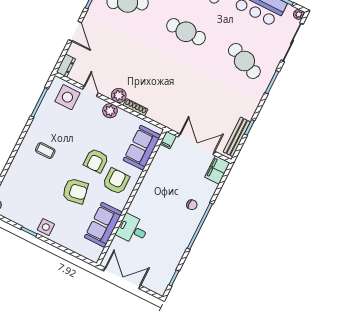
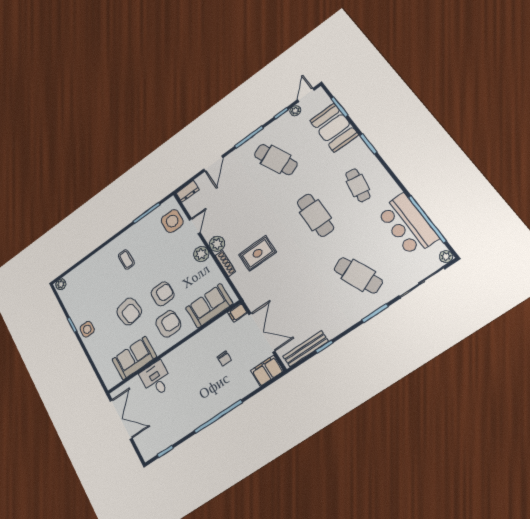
cafe table: (244, 61) -> (358, 275), turned -48
rug: (157, 85) -> (258, 253), added
armchair: (96, 161) -> (163, 294), turned 180
chair: (192, 205) -> (224, 359), moved

